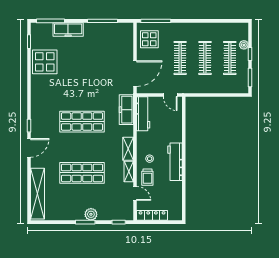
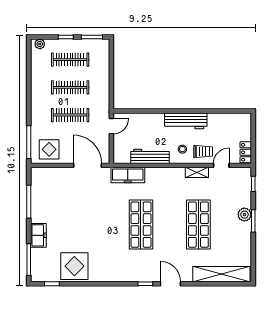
freezer: (68, 30) -> (38, 235), width x0.71
plant: (244, 45) -> (40, 44), moved
workbench: (143, 114) -> (150, 156), moved
shelving: (128, 149) -> (171, 173), removed
locker: (152, 215) -> (246, 152), width x0.66

